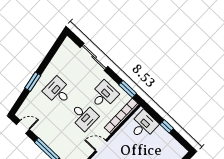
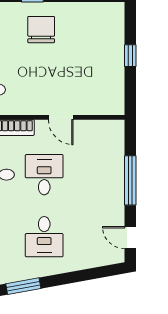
window: (33, 82) -> (23, 286), moved

